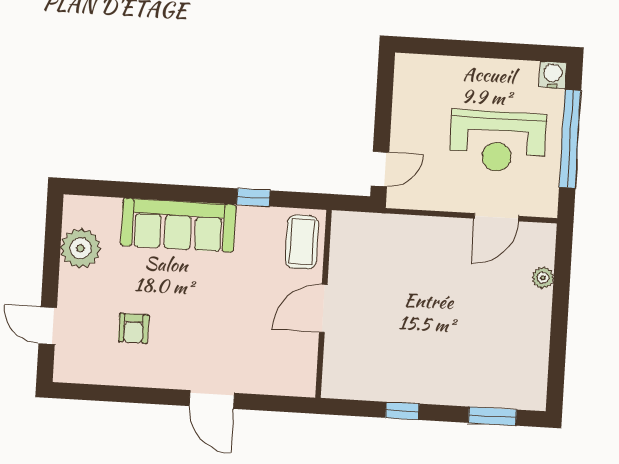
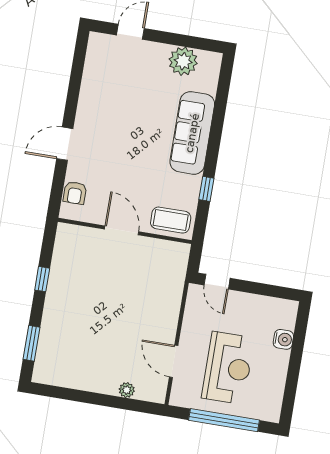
water cooler: (553, 75) -> (283, 339), moved
reception desk: (497, 141) -> (228, 368), turned 180
armchair: (133, 328) -> (75, 193), moved, turned -90

